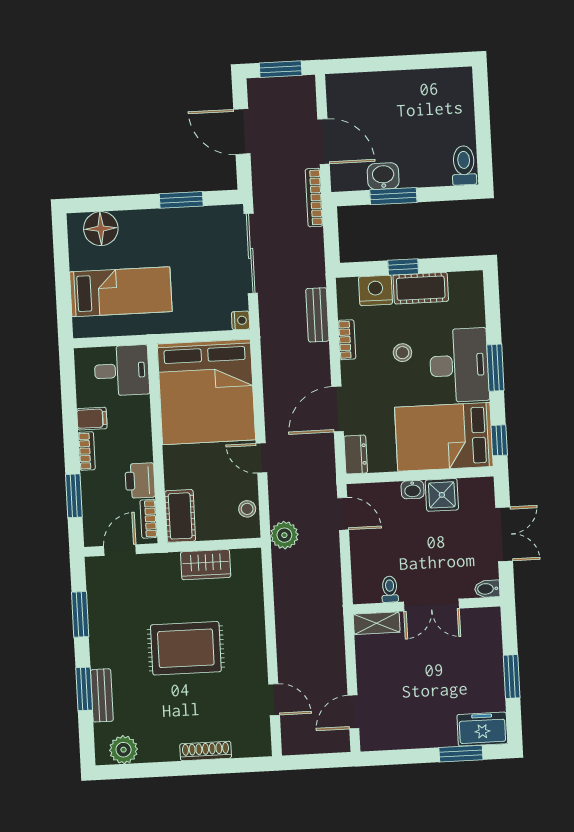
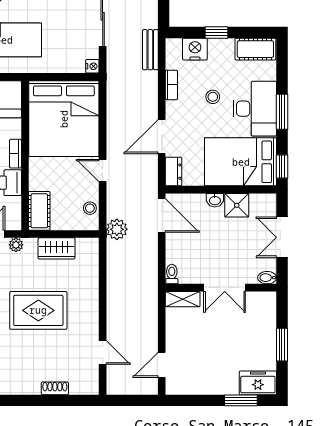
cot: (421, 288) -> (255, 49), moved
bench: (317, 315) -> (150, 50), moved
door: (343, 514) -> (162, 216), width x1.37
bookcase: (149, 519) -> (15, 154), moved
double door: (504, 534) -> (282, 237), swing flipped
plant: (152, 563) -> (16, 245), added
toilet: (390, 589) -> (172, 274), moved
shoe rack: (206, 751) -> (55, 388), width x0.70

